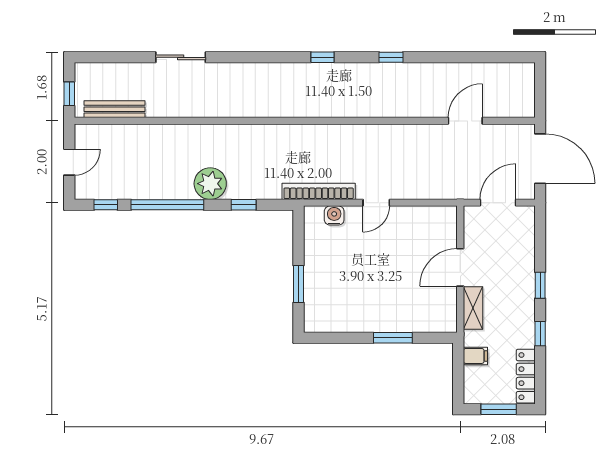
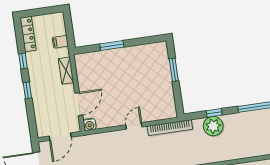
plant: (210, 184) -> (213, 126), moved
water cooler: (334, 215) -> (90, 124), moved
door: (460, 267) -> (79, 104), moved
window: (499, 409) -> (42, 11), removed

